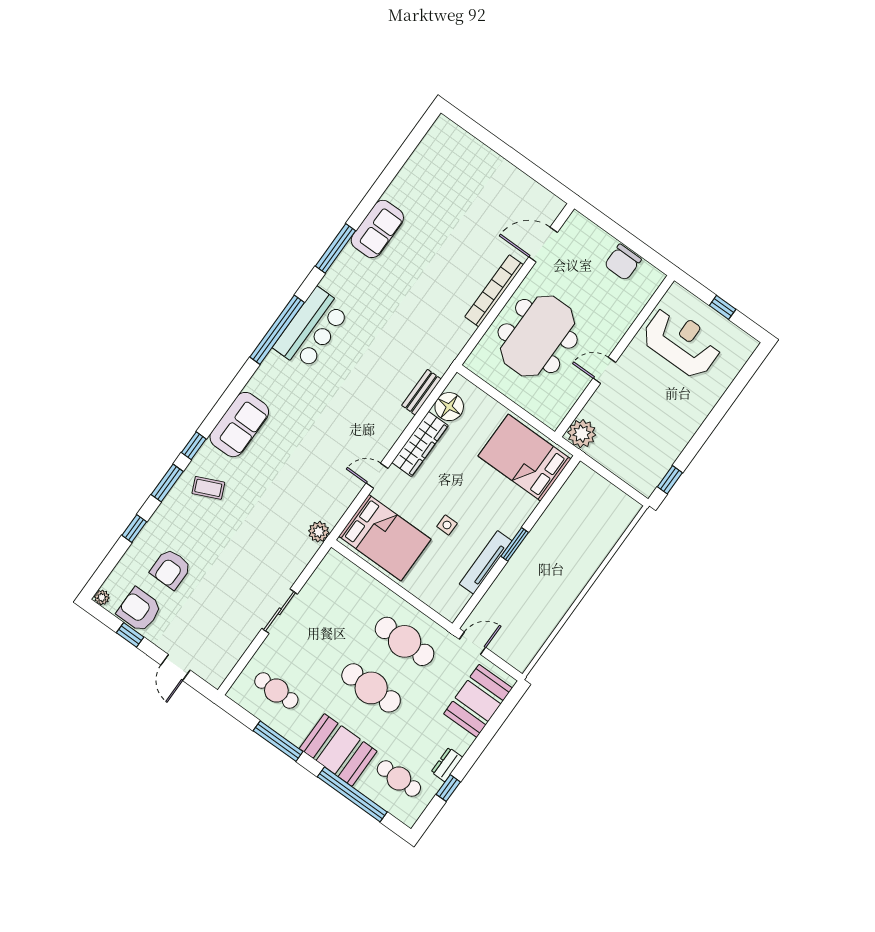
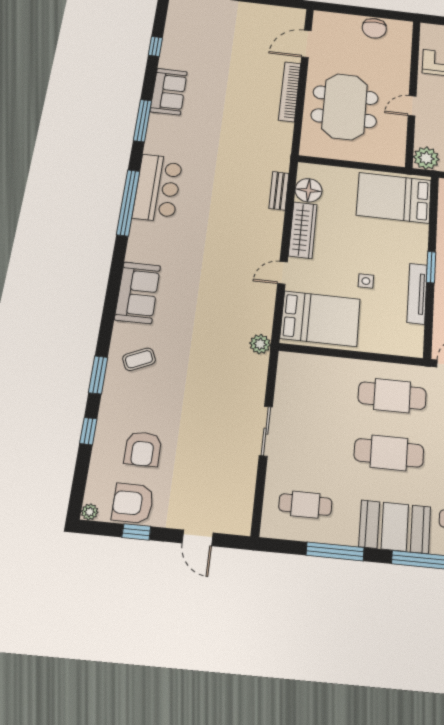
window: (194, 446) -> (155, 46), moved

